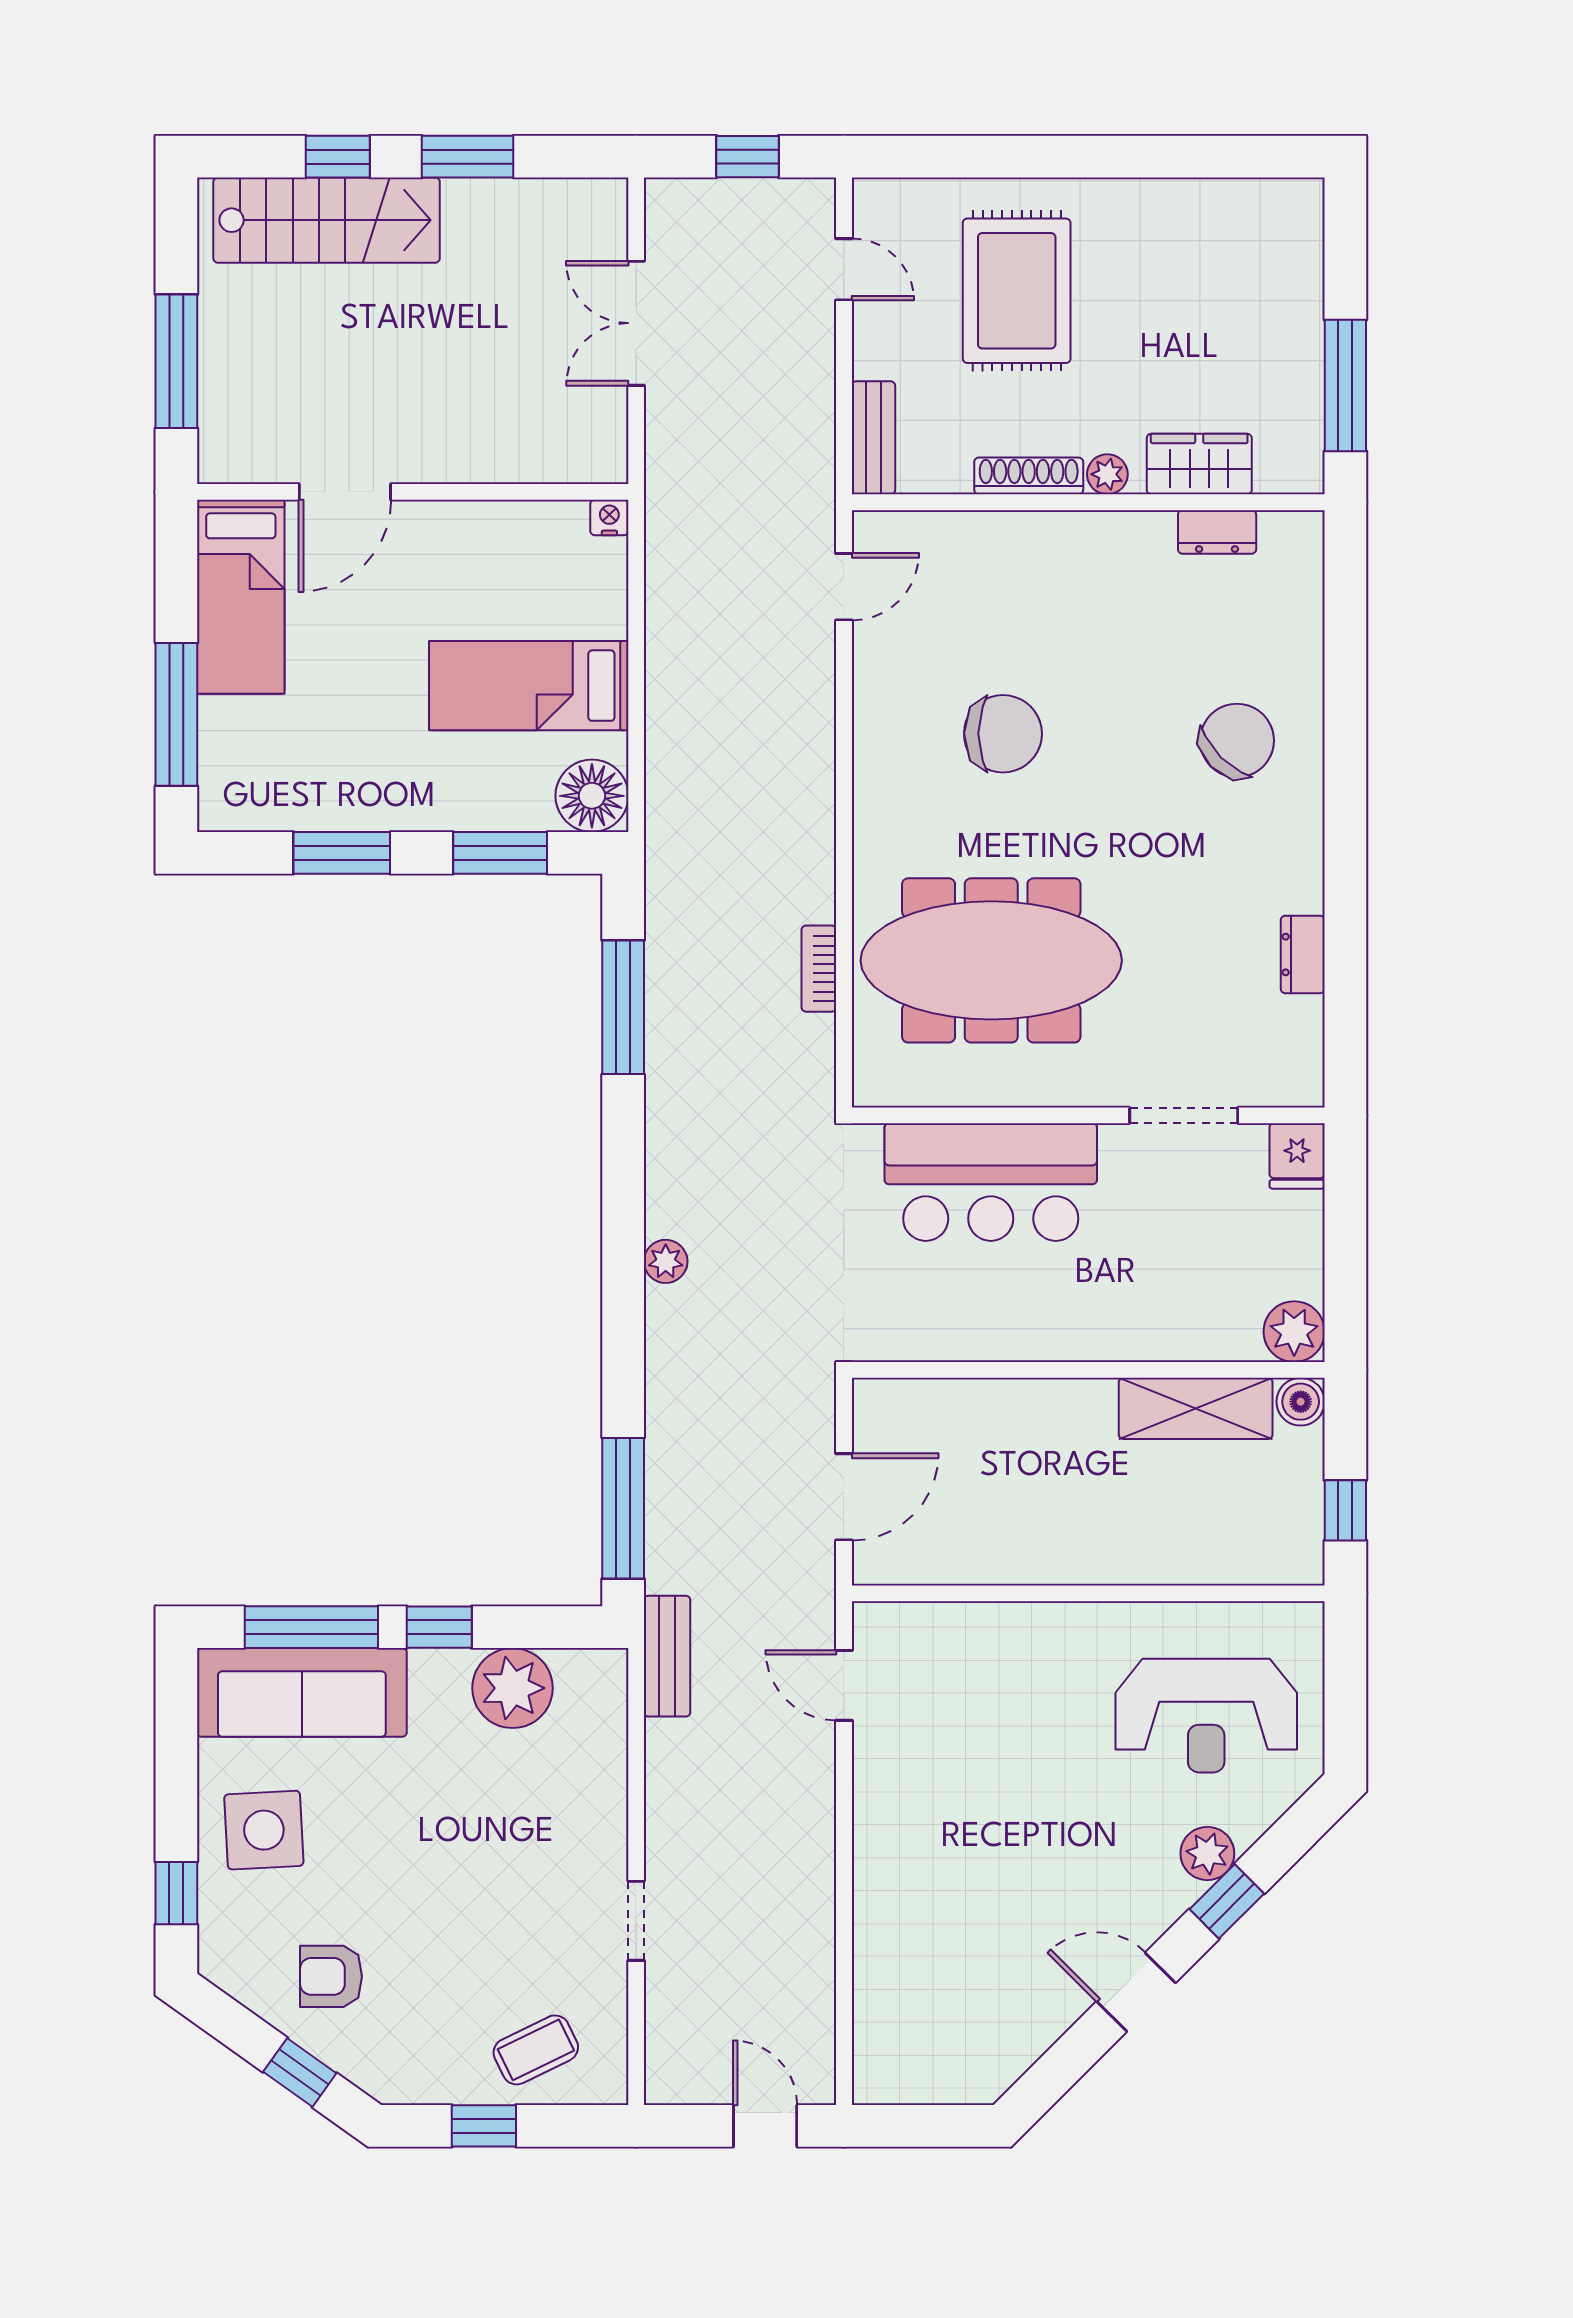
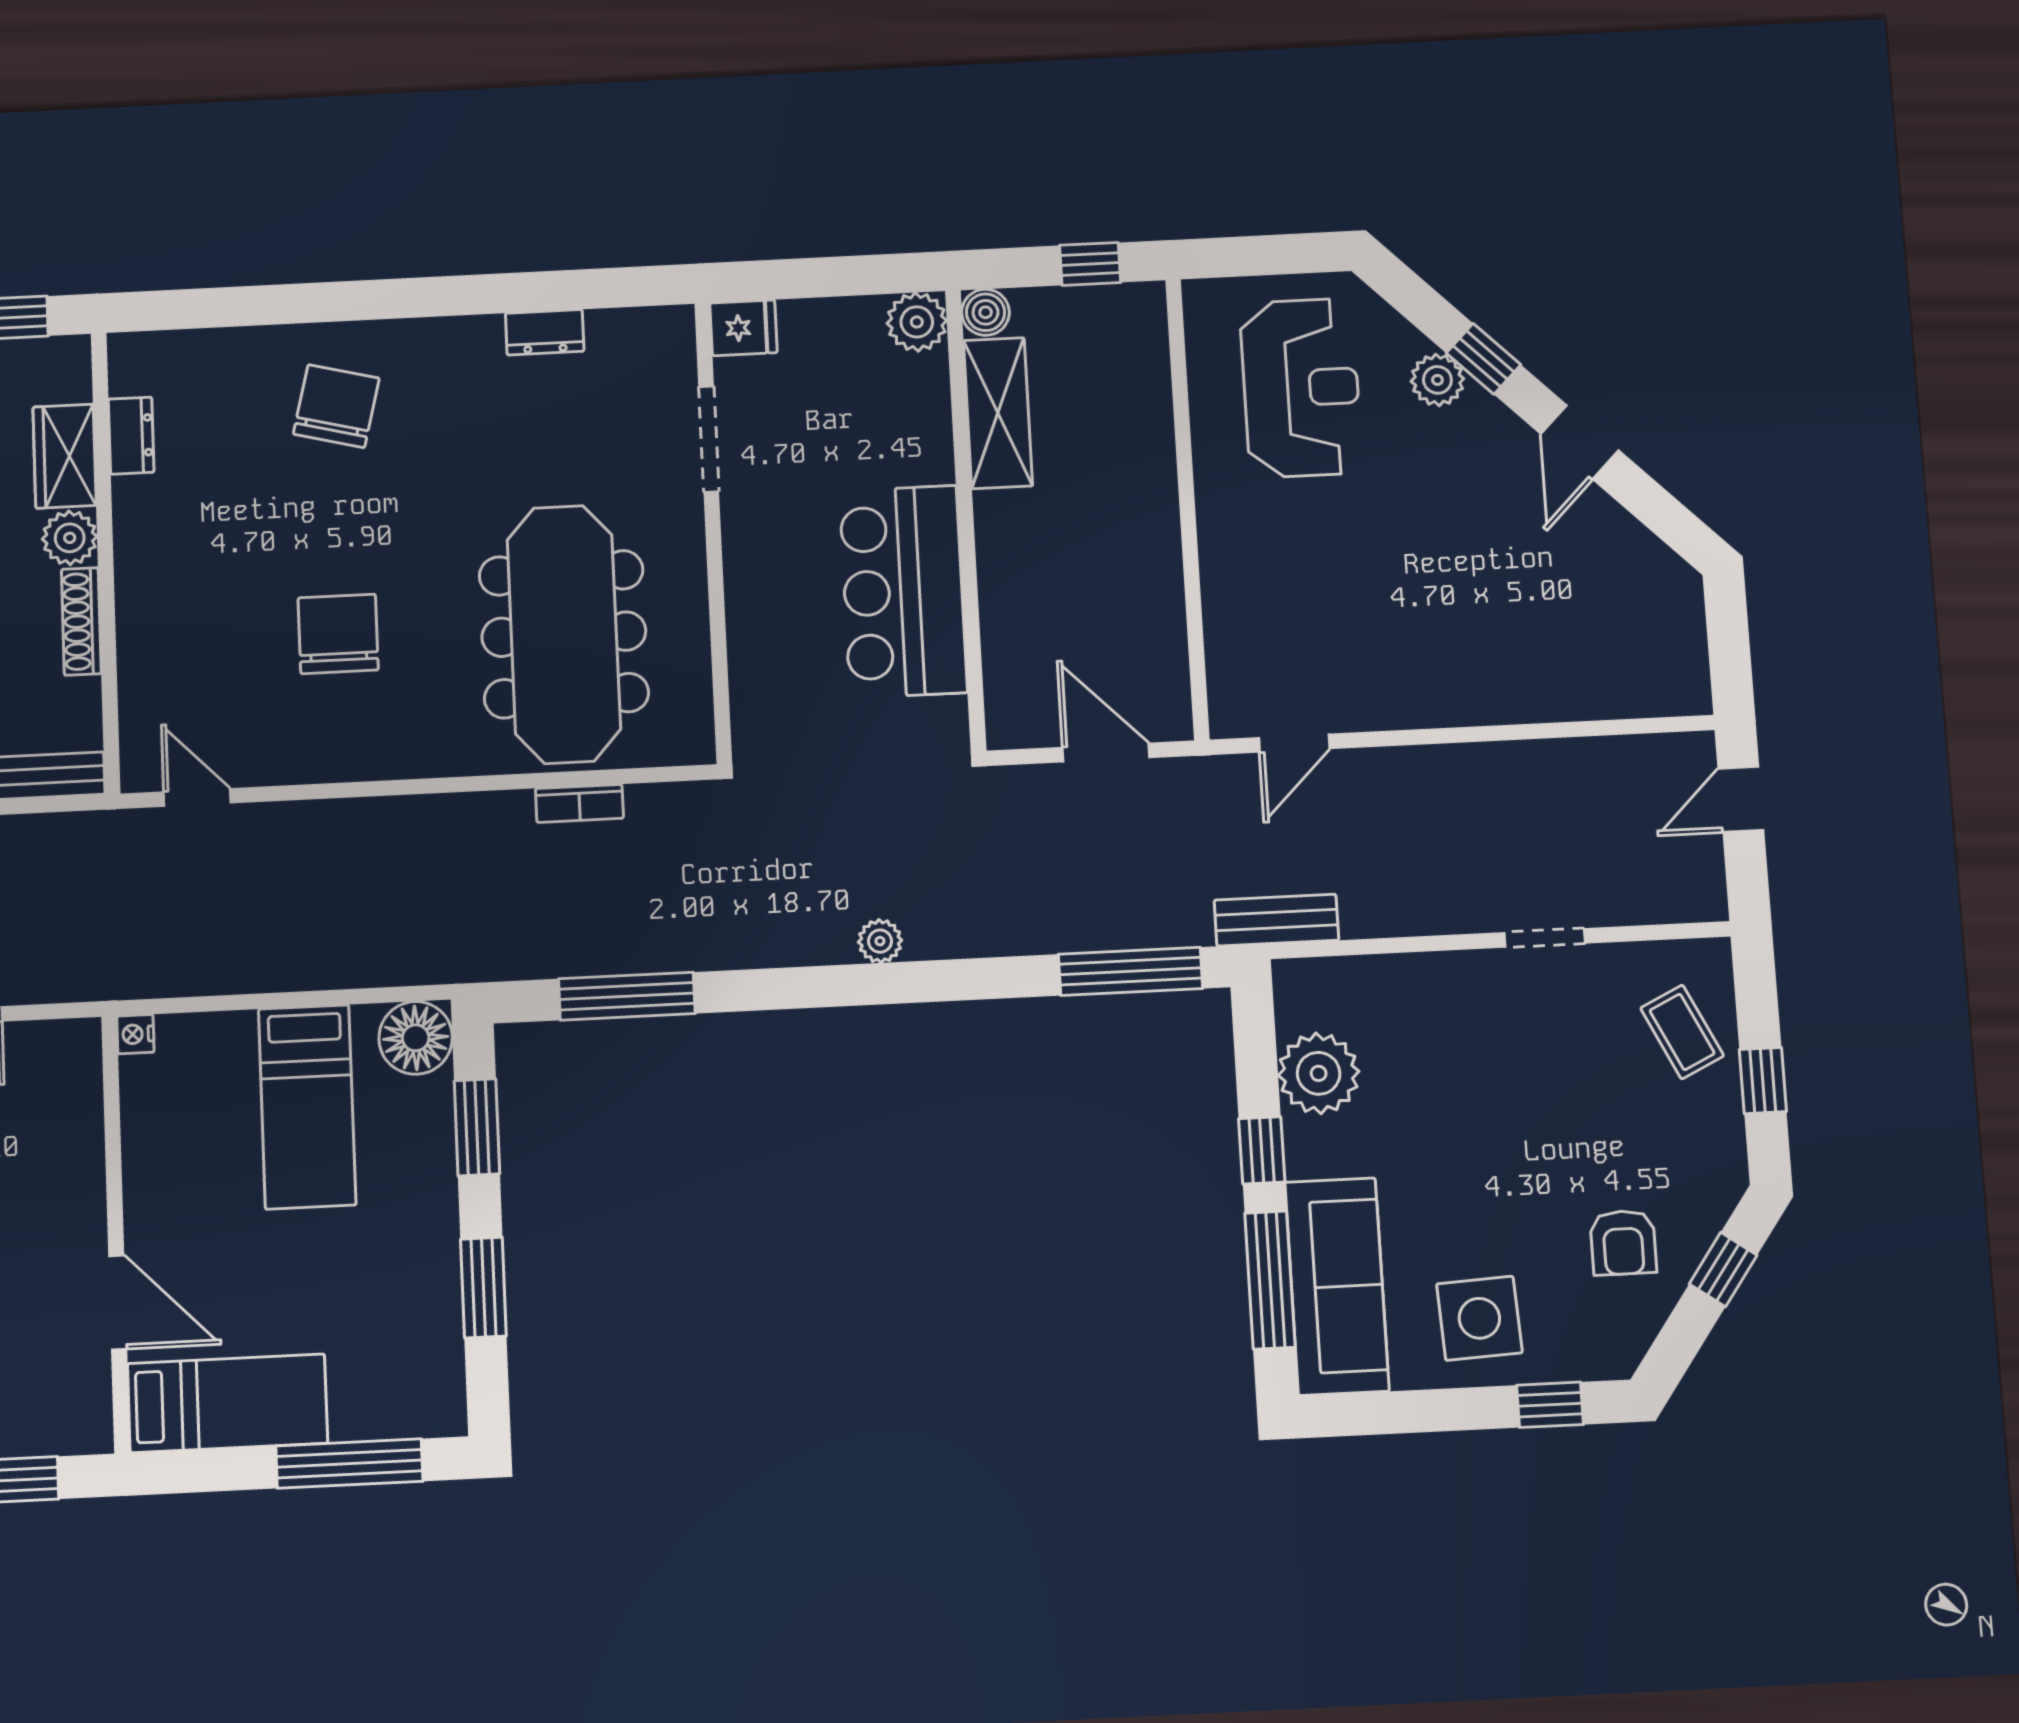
plant: (1107, 474) -> (70, 538), width x1.38, depth x1.38
chair: (1237, 741) -> (336, 406), turned 59
bar counter: (991, 1182) -> (903, 592), moved, turned 180

